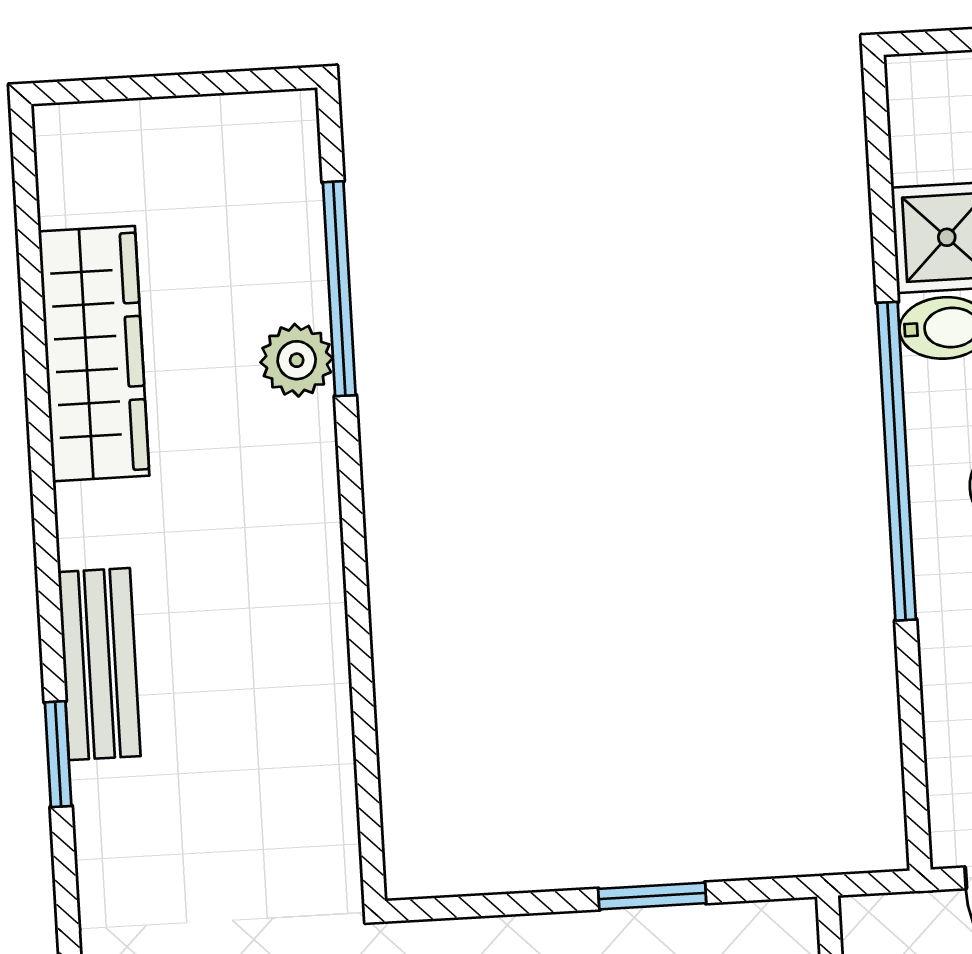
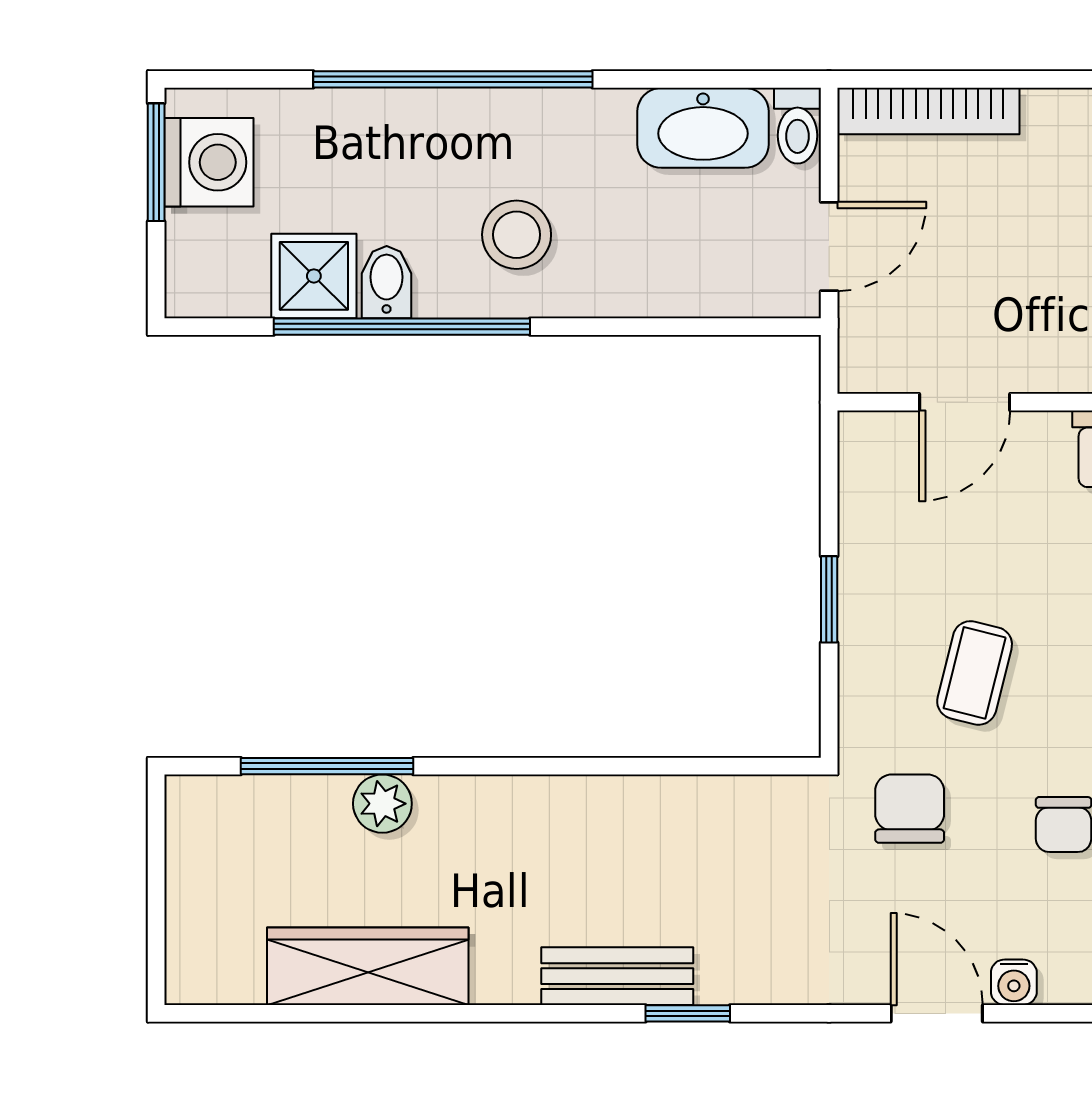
window: (897, 461) -> (402, 327), moved
window: (652, 896) -> (829, 599), moved

